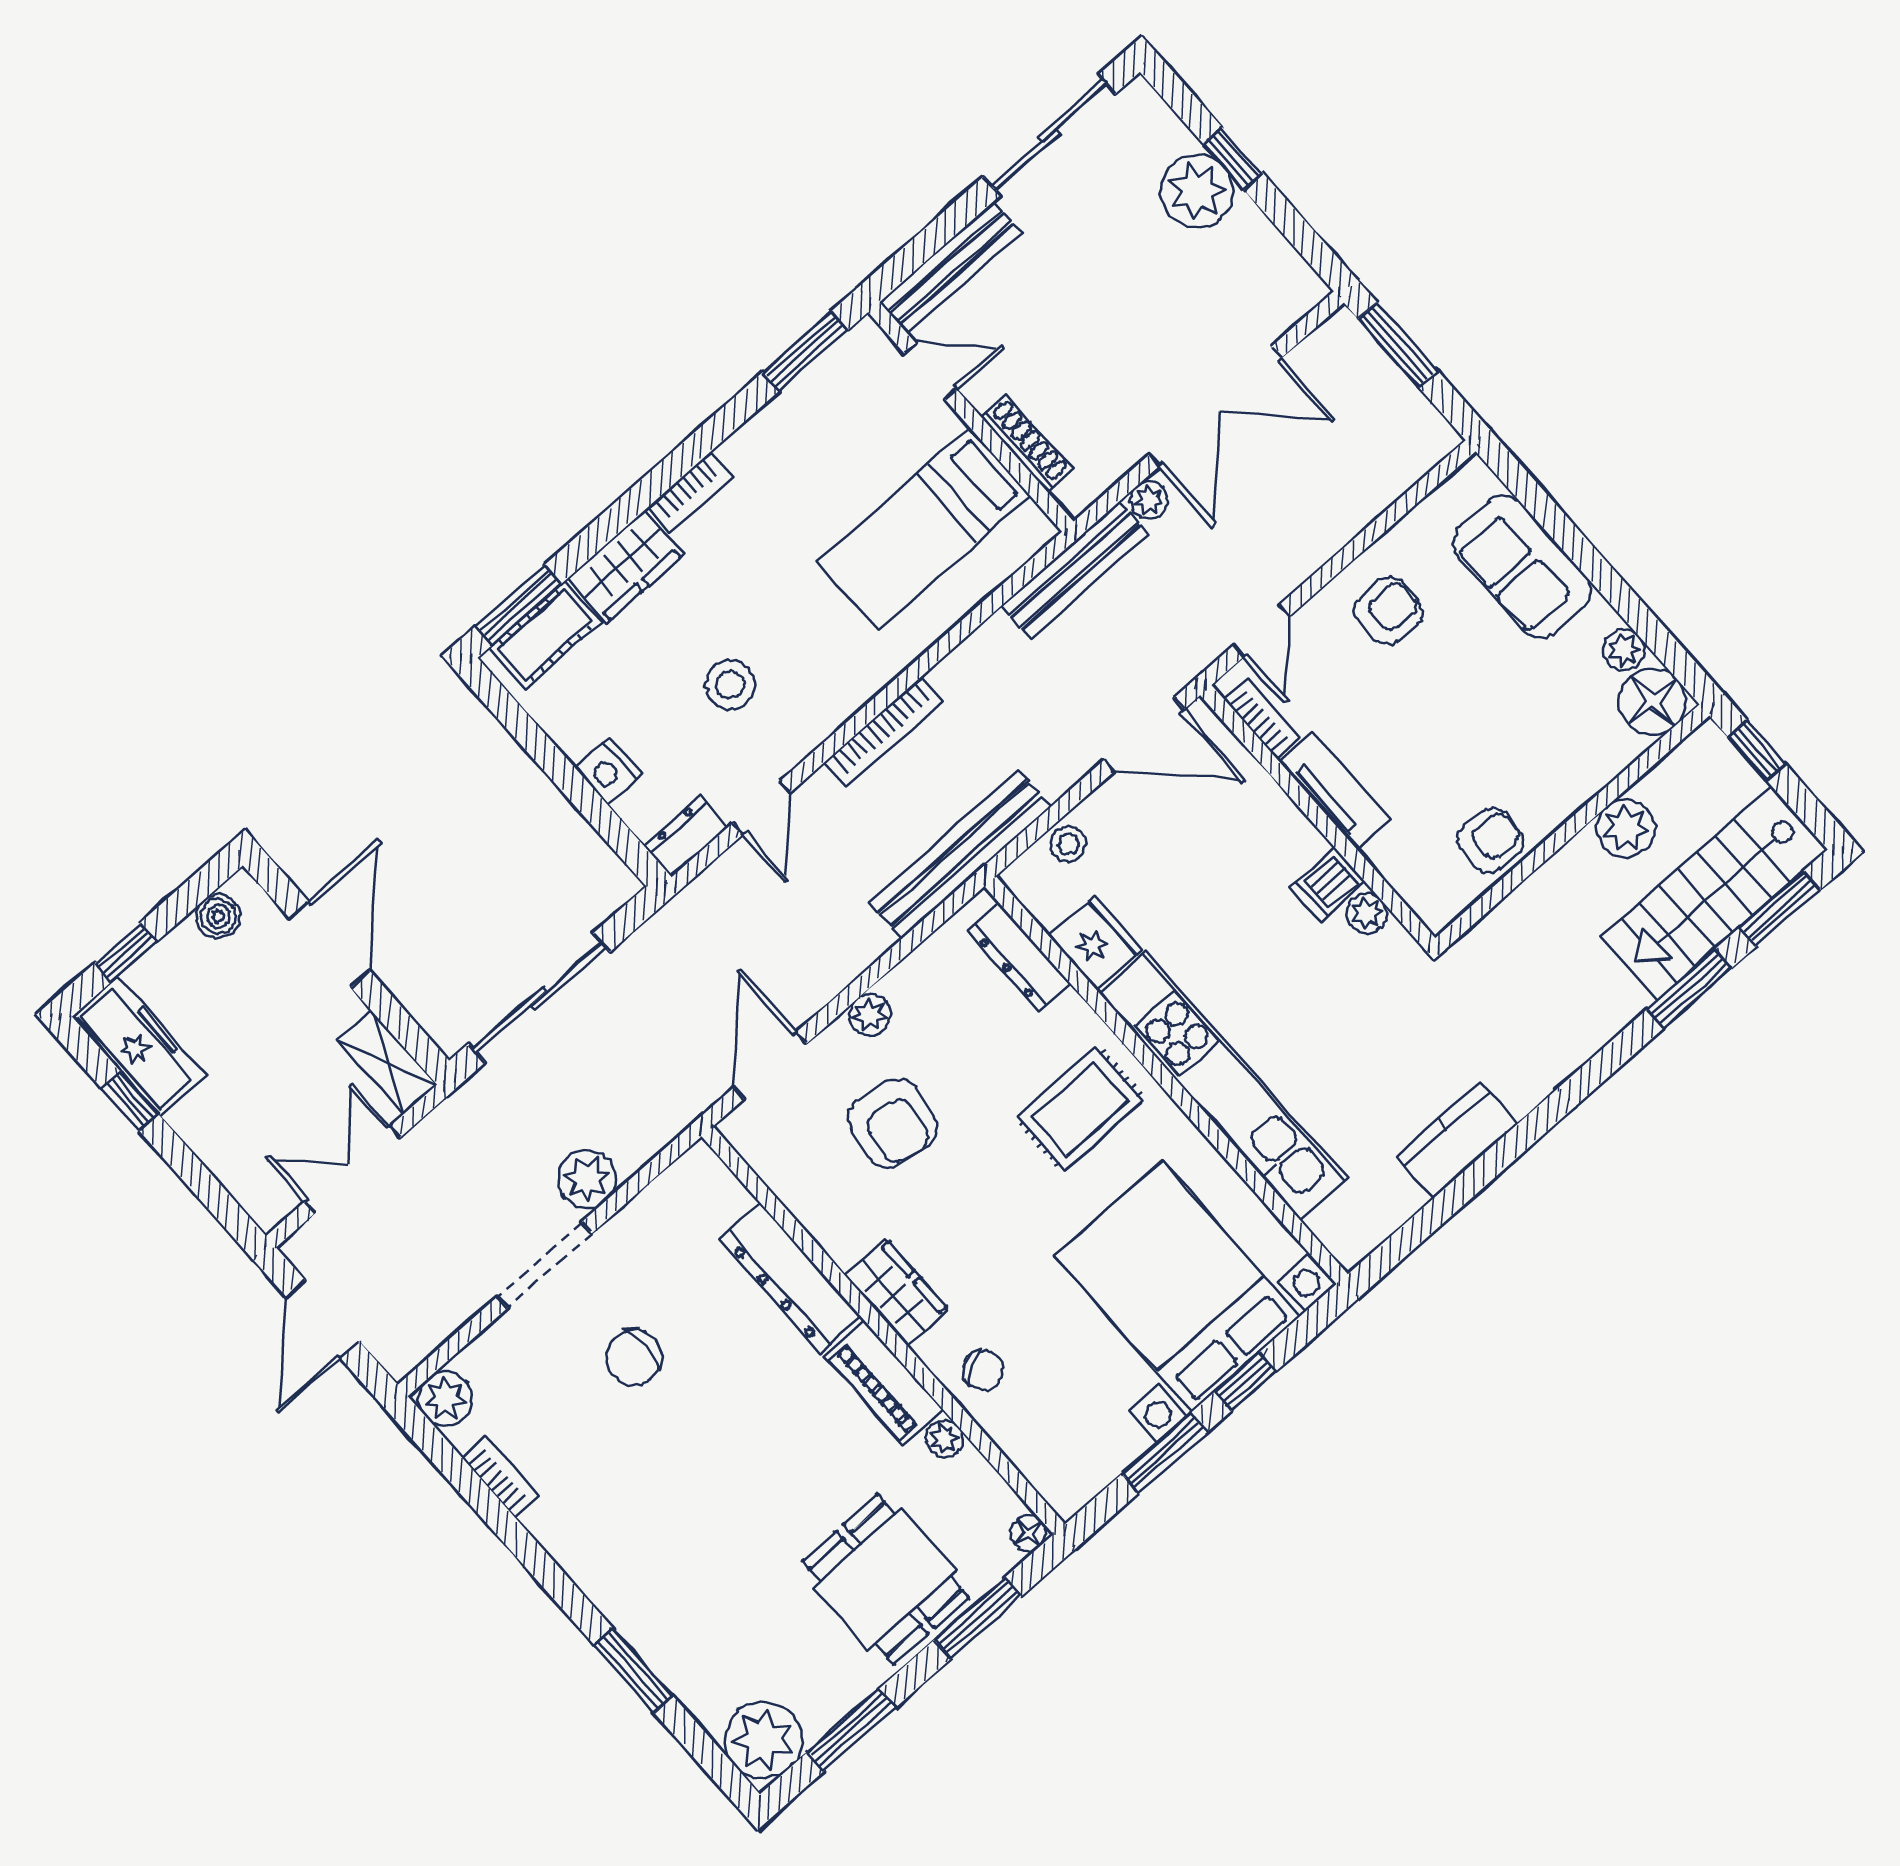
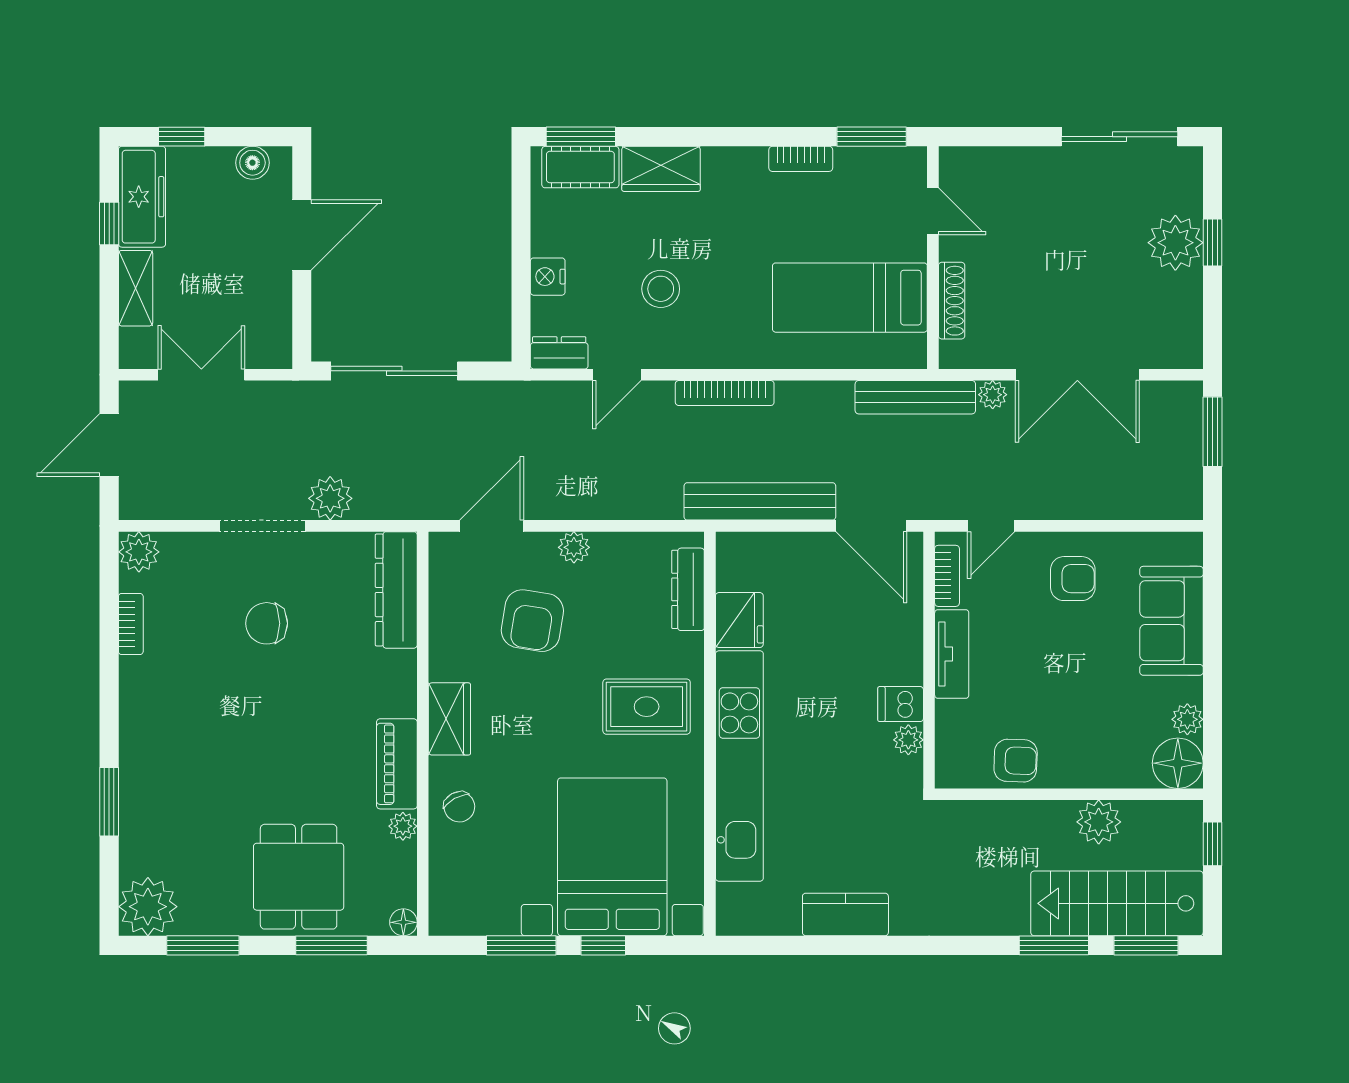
bench: (951, 267) -> (997, 162), removed
bookcase: (690, 492) -> (801, 159), moved
stool: (1068, 844) -> (773, 550), removed
bench: (960, 855) -> (760, 501), moved
shelving: (387, 1062) -> (136, 288), moved
dresser: (791, 1278) -> (396, 590), moved

